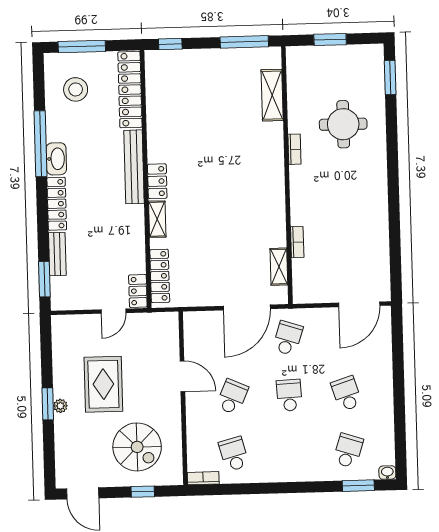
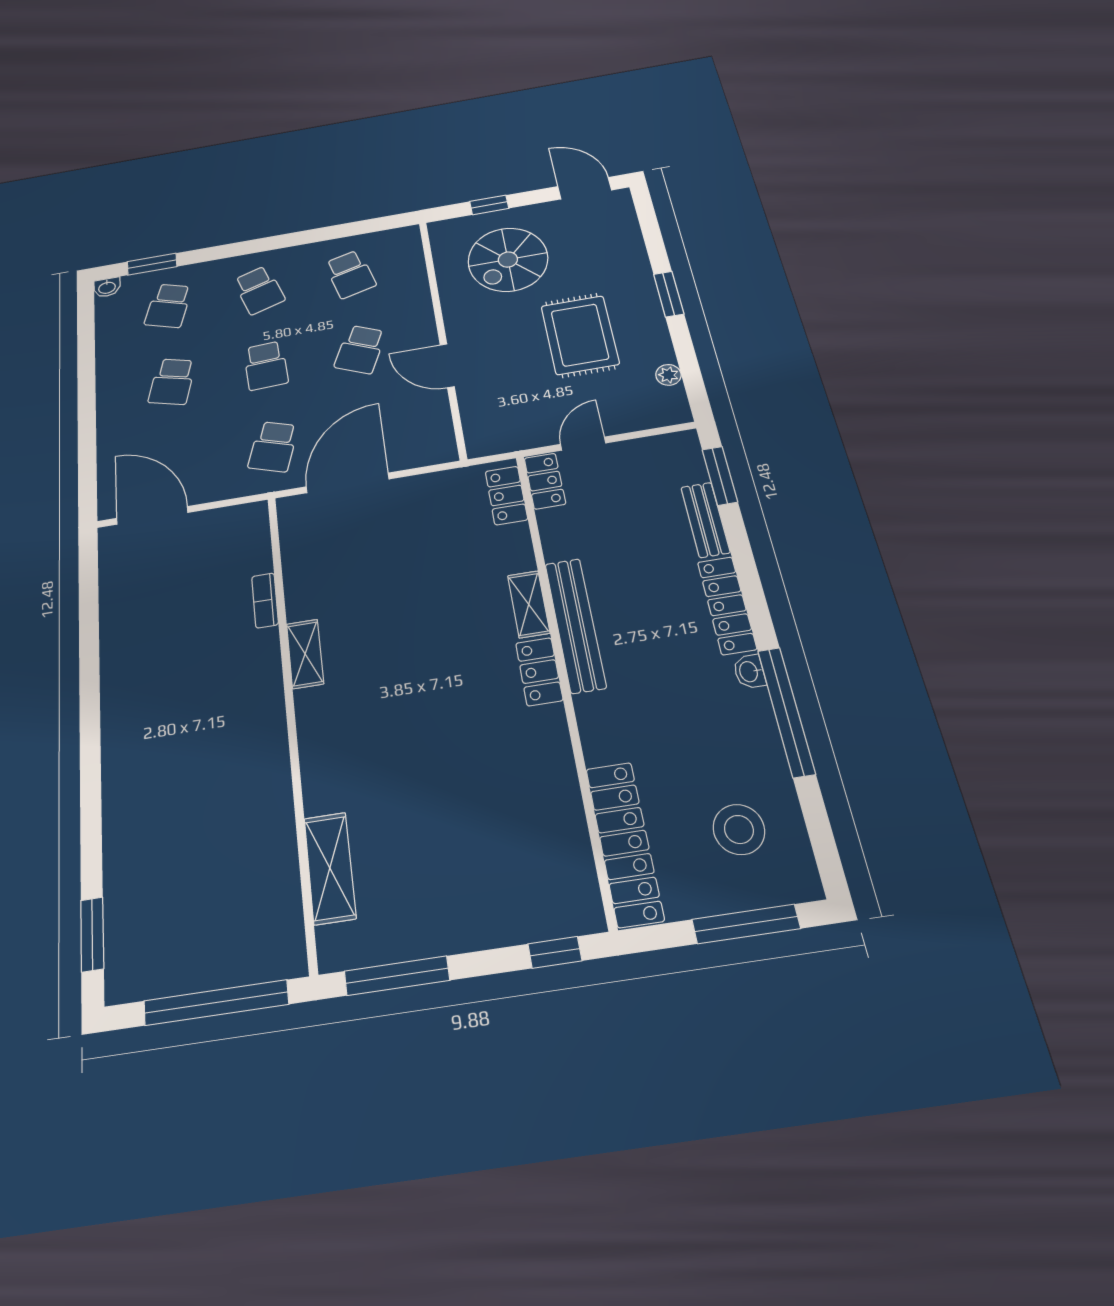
window: (330, 39) -> (216, 1003), width x2.11
round table: (343, 124) -> (186, 827), removed
bookcase: (294, 149) -> (279, 766), removed
washbasin: (56, 159) -> (749, 672), width x0.52, depth x0.69
bench: (134, 167) -> (575, 625), moved
shelving: (279, 267) -> (305, 654), moved
locker: (160, 276) -> (506, 495), width x0.66
door: (359, 304) -> (152, 515), hinge flipped
school desk: (346, 394) -> (172, 382), turned 33
plant: (60, 406) -> (668, 375), moved
spiral stairs: (137, 447) -> (508, 260), turned -90
school desk: (291, 452) -> (259, 290), added
bookcase: (203, 478) -> (396, 236), removed

